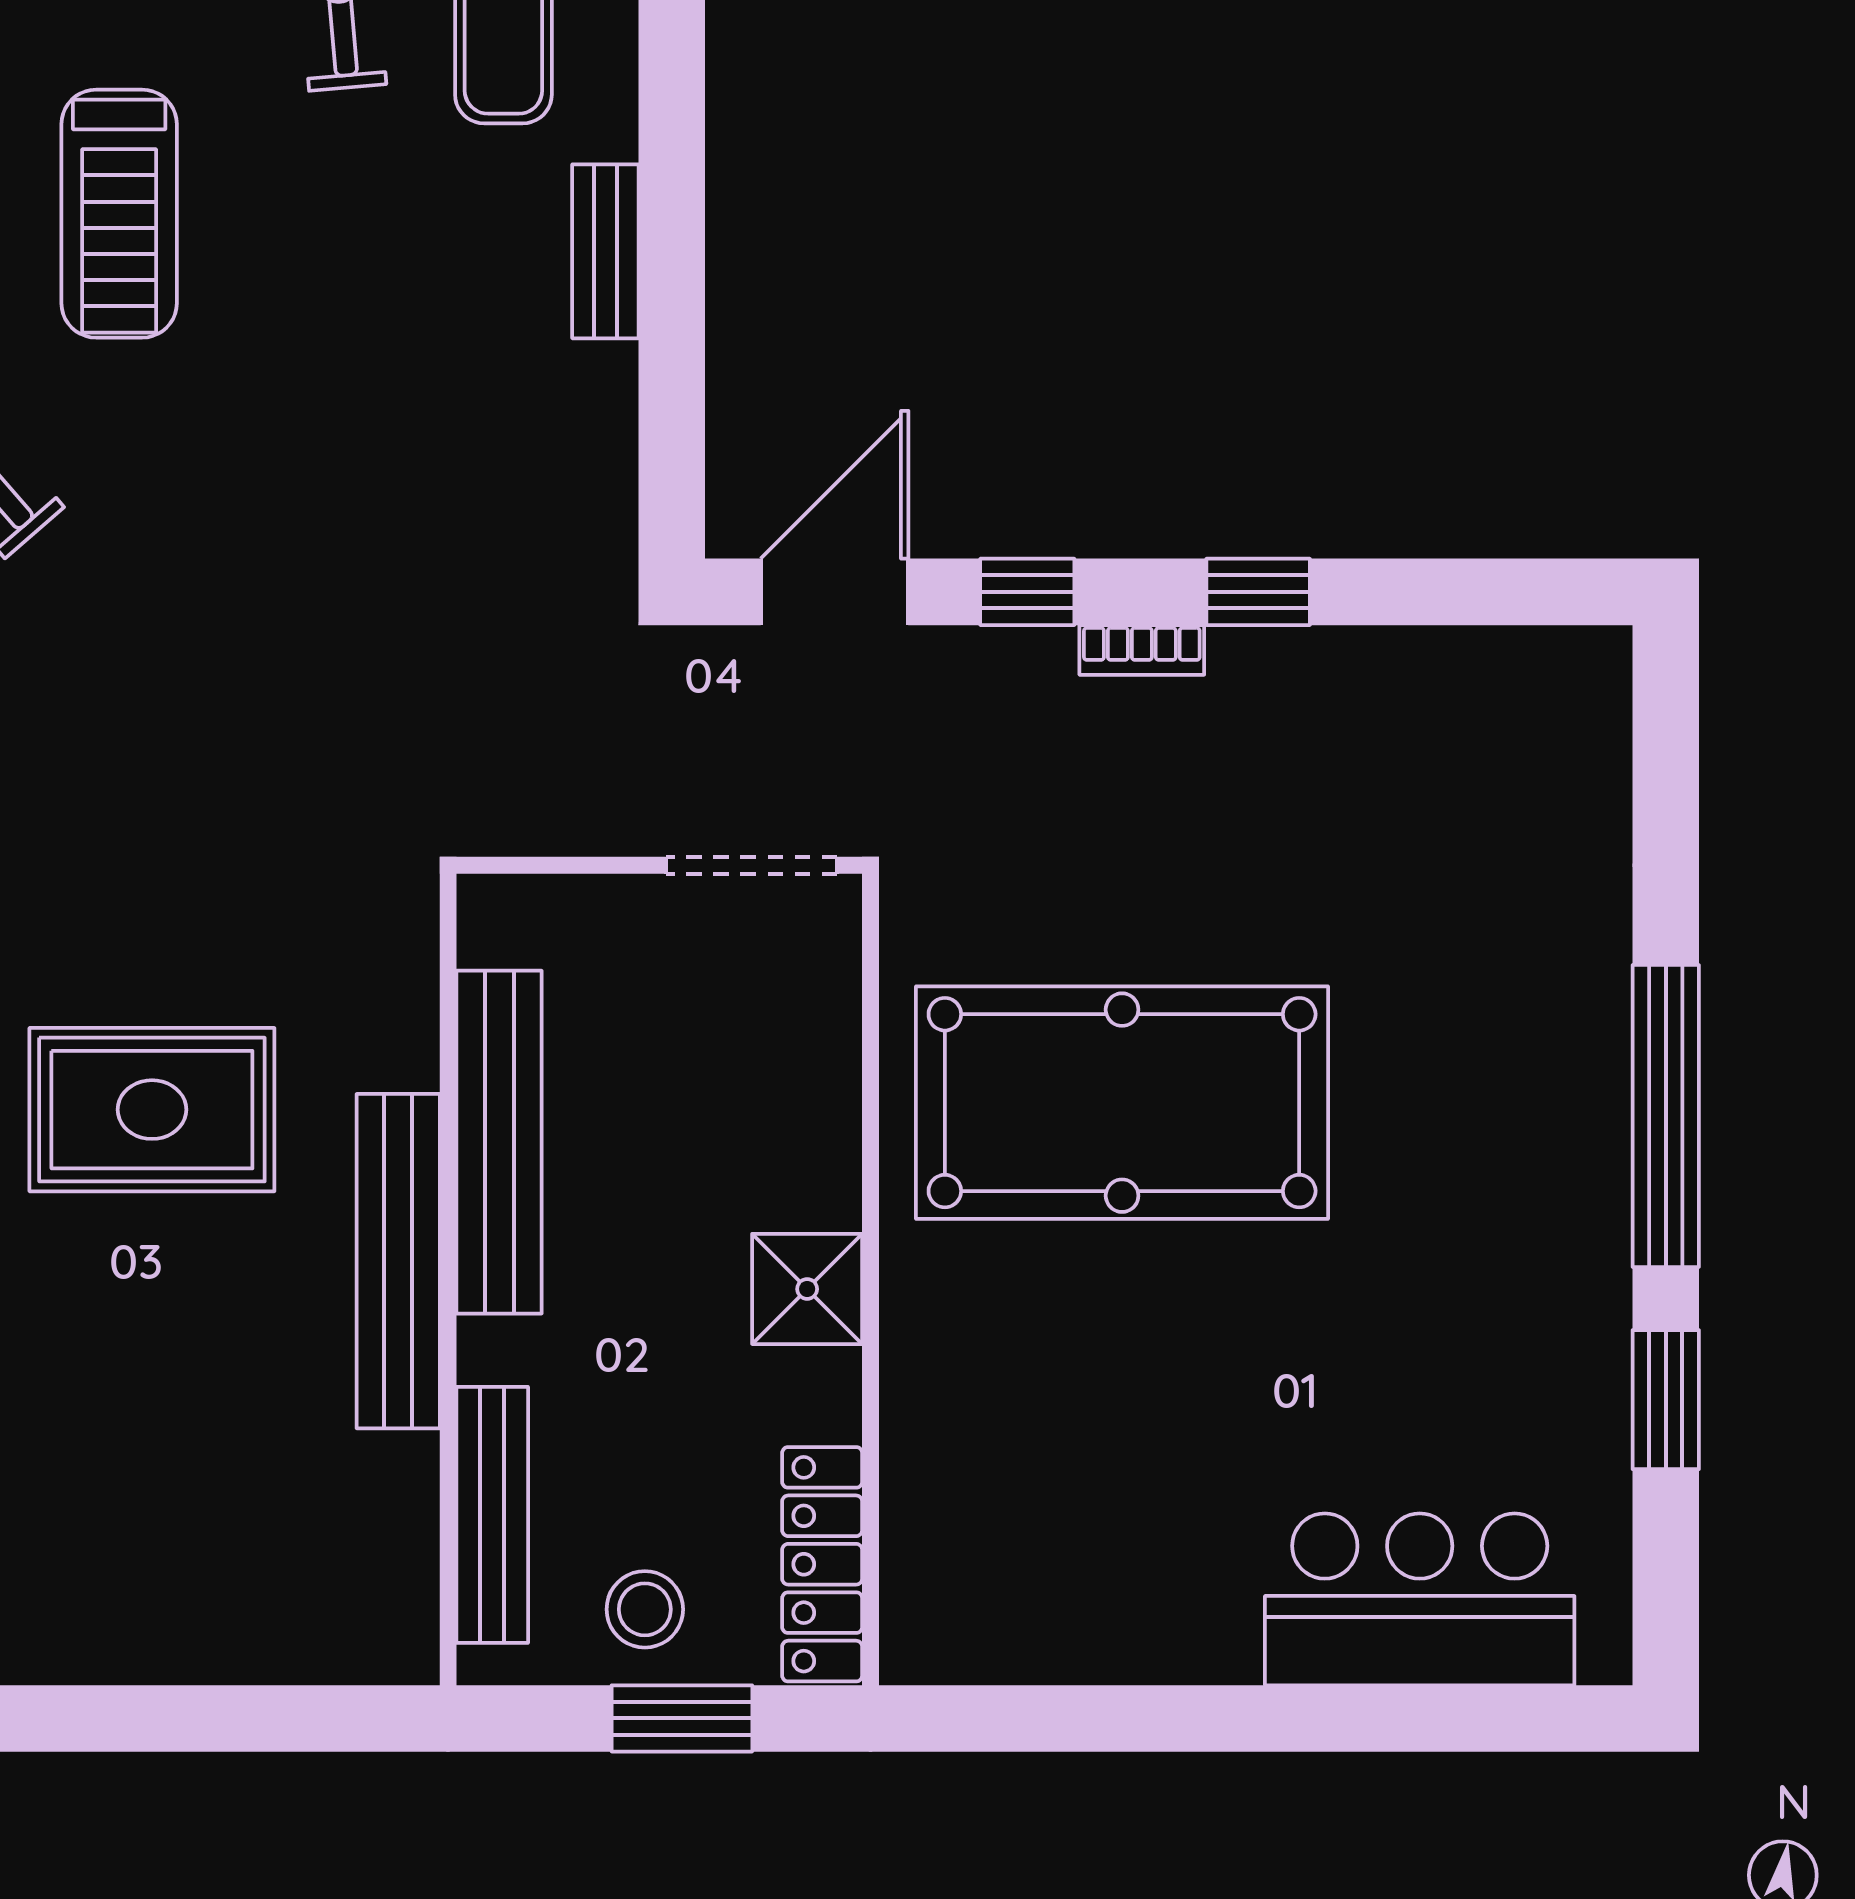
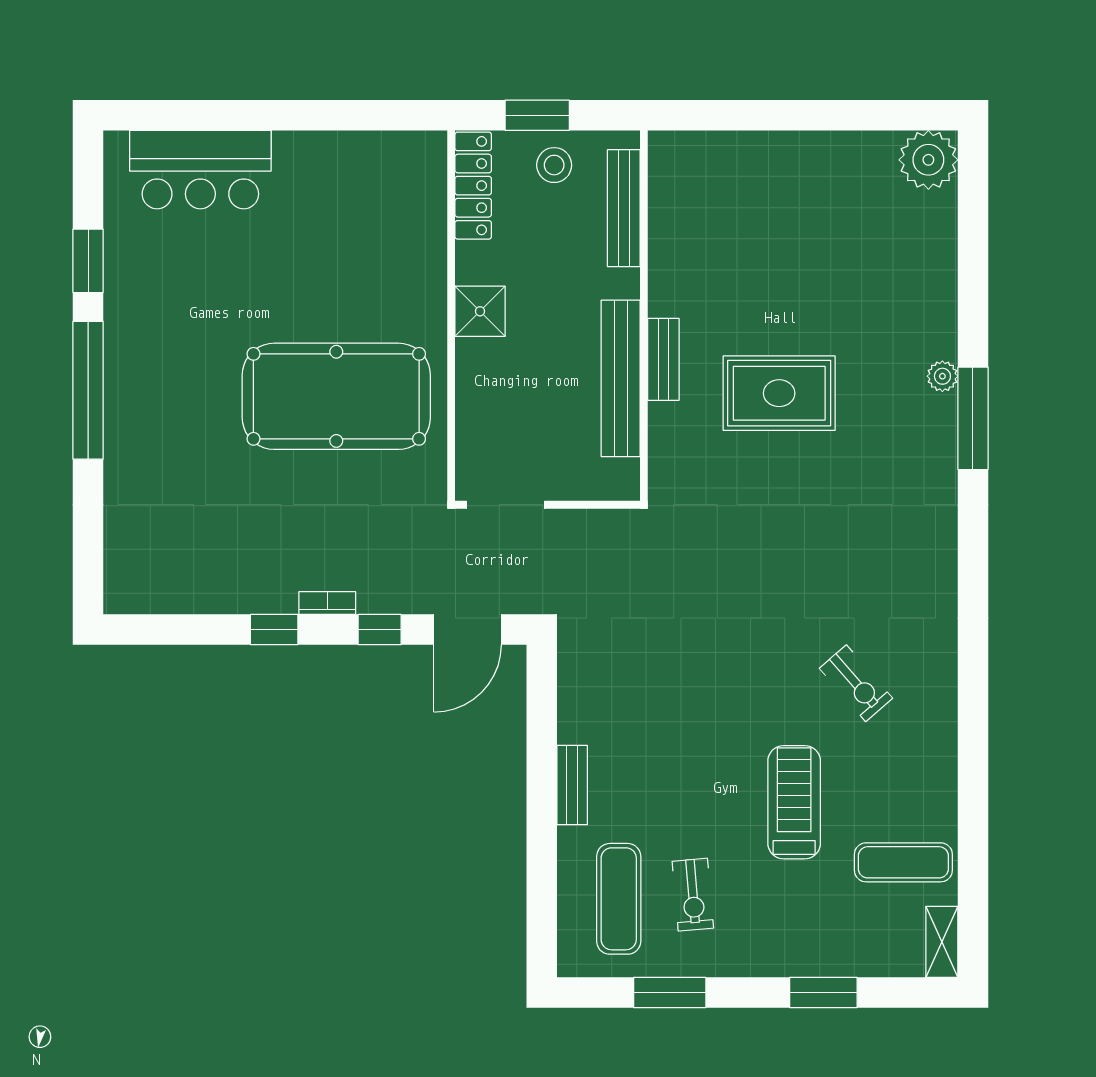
bench: (398, 1261) -> (663, 359), width x0.54, depth x0.82

